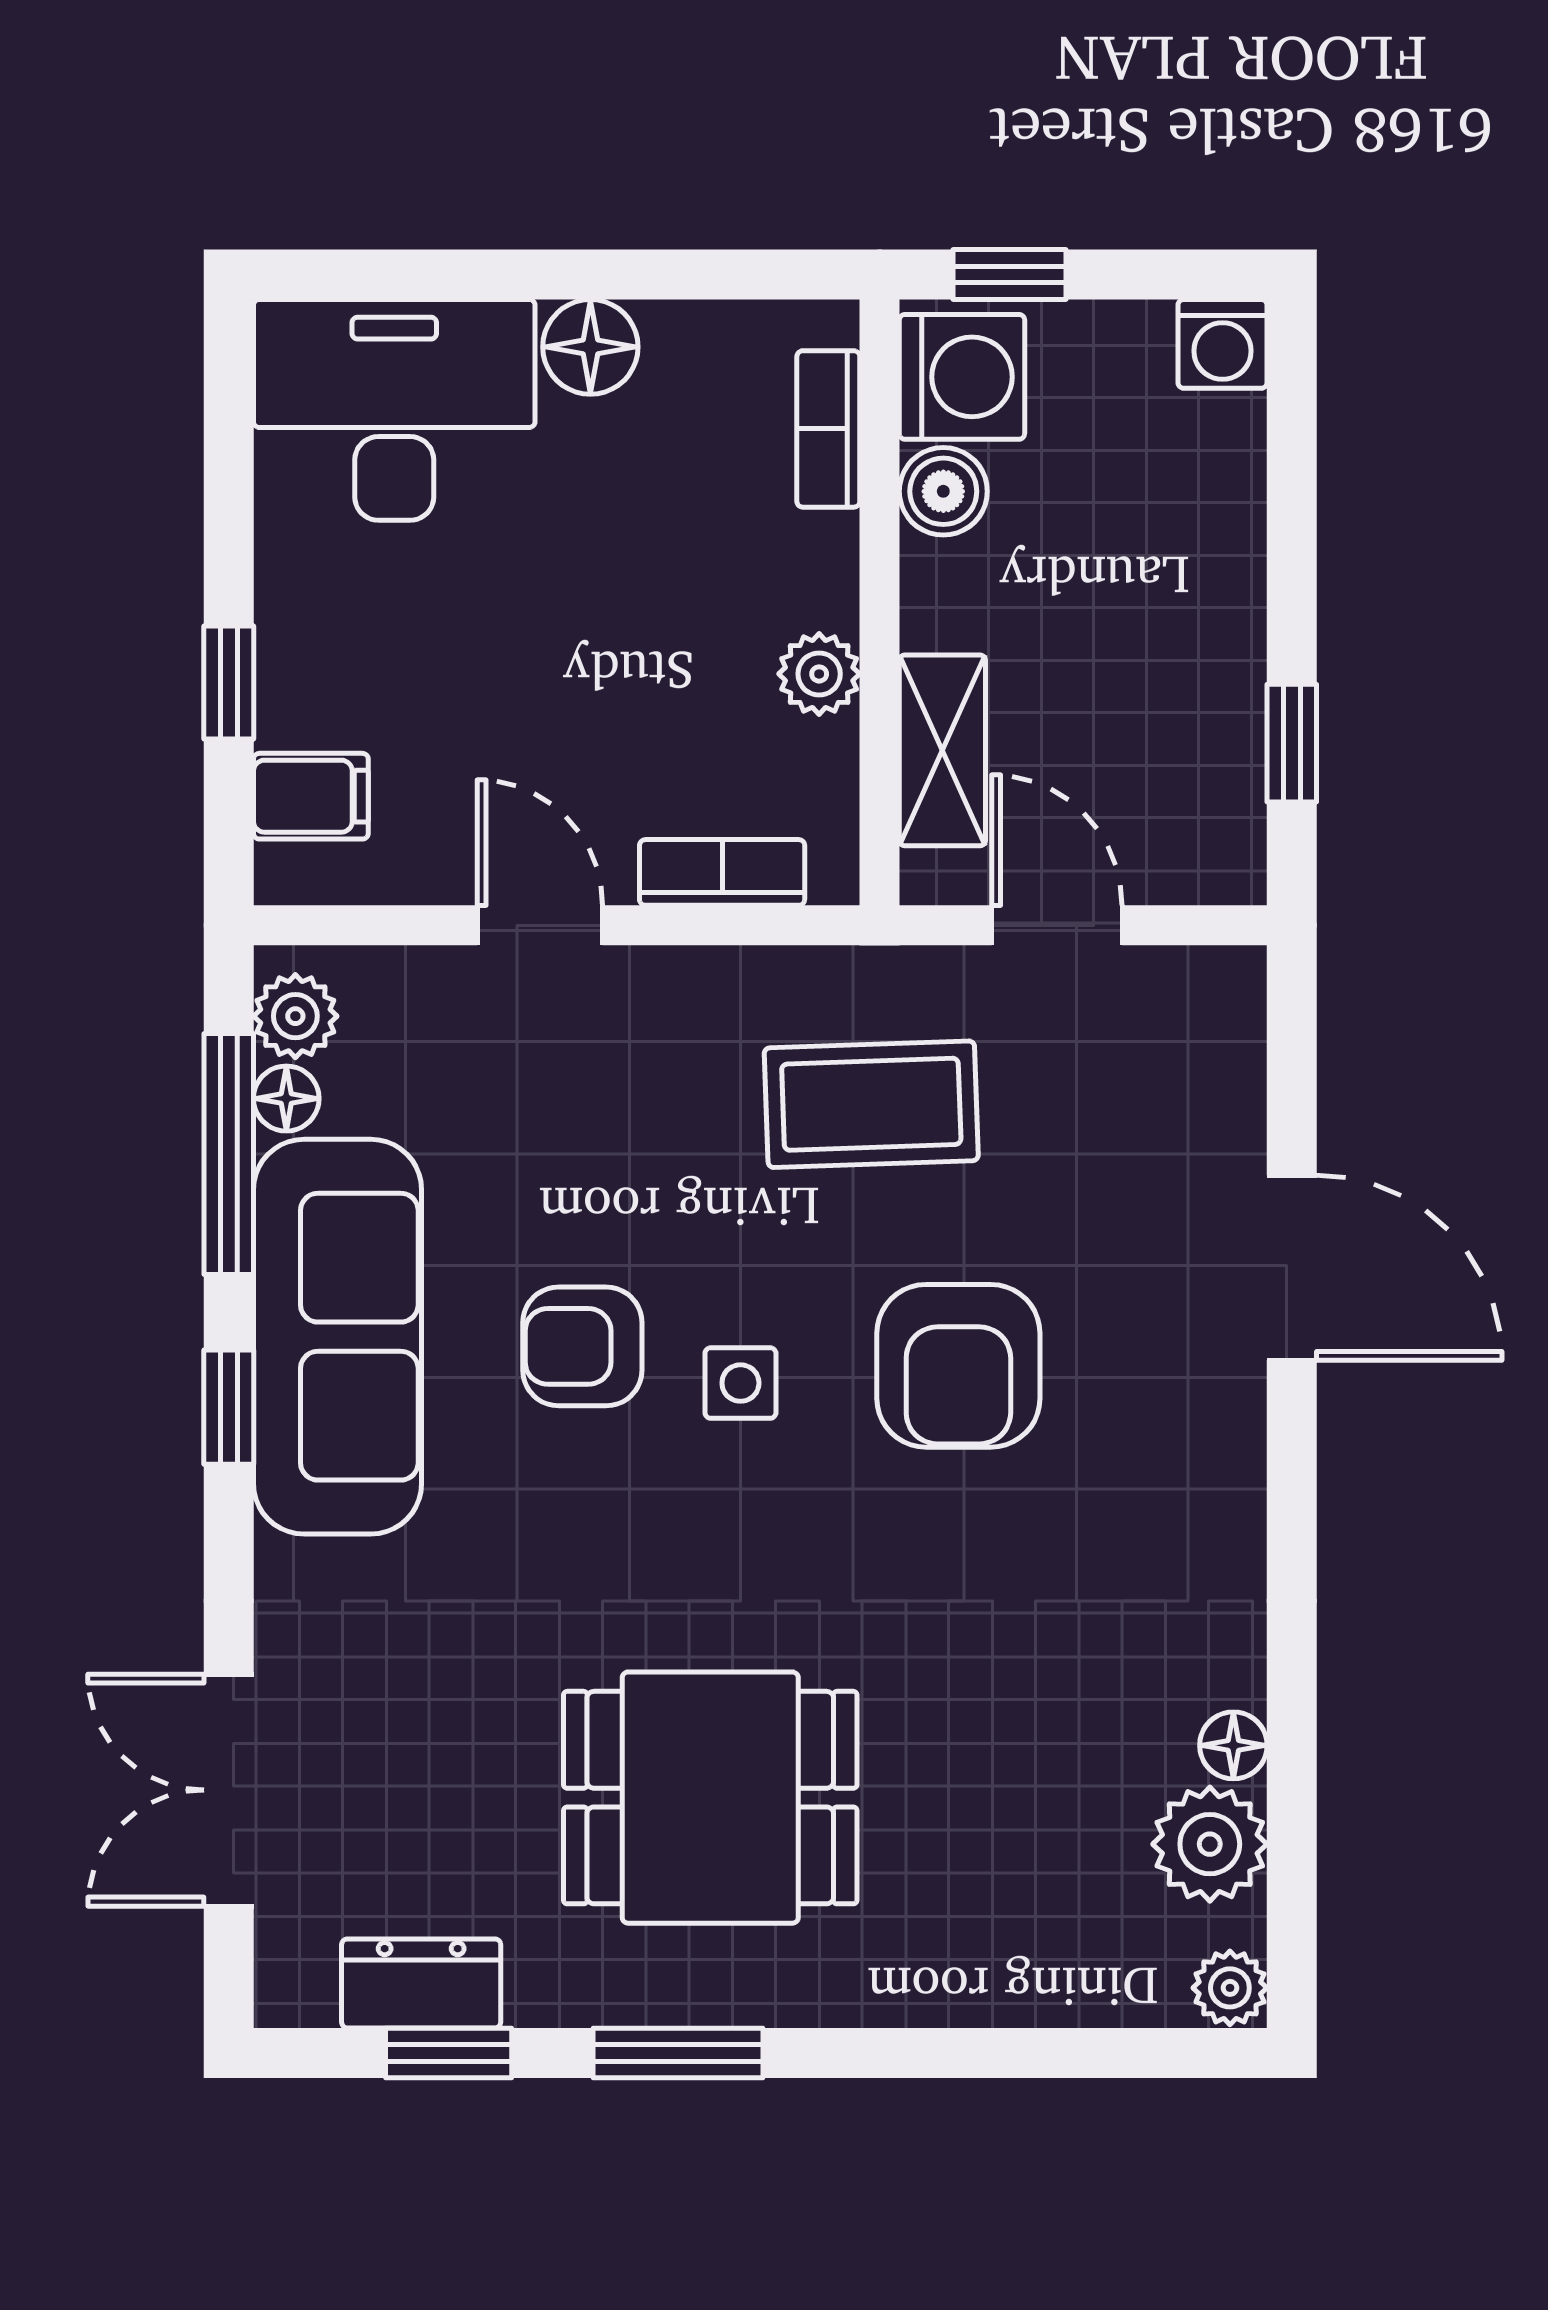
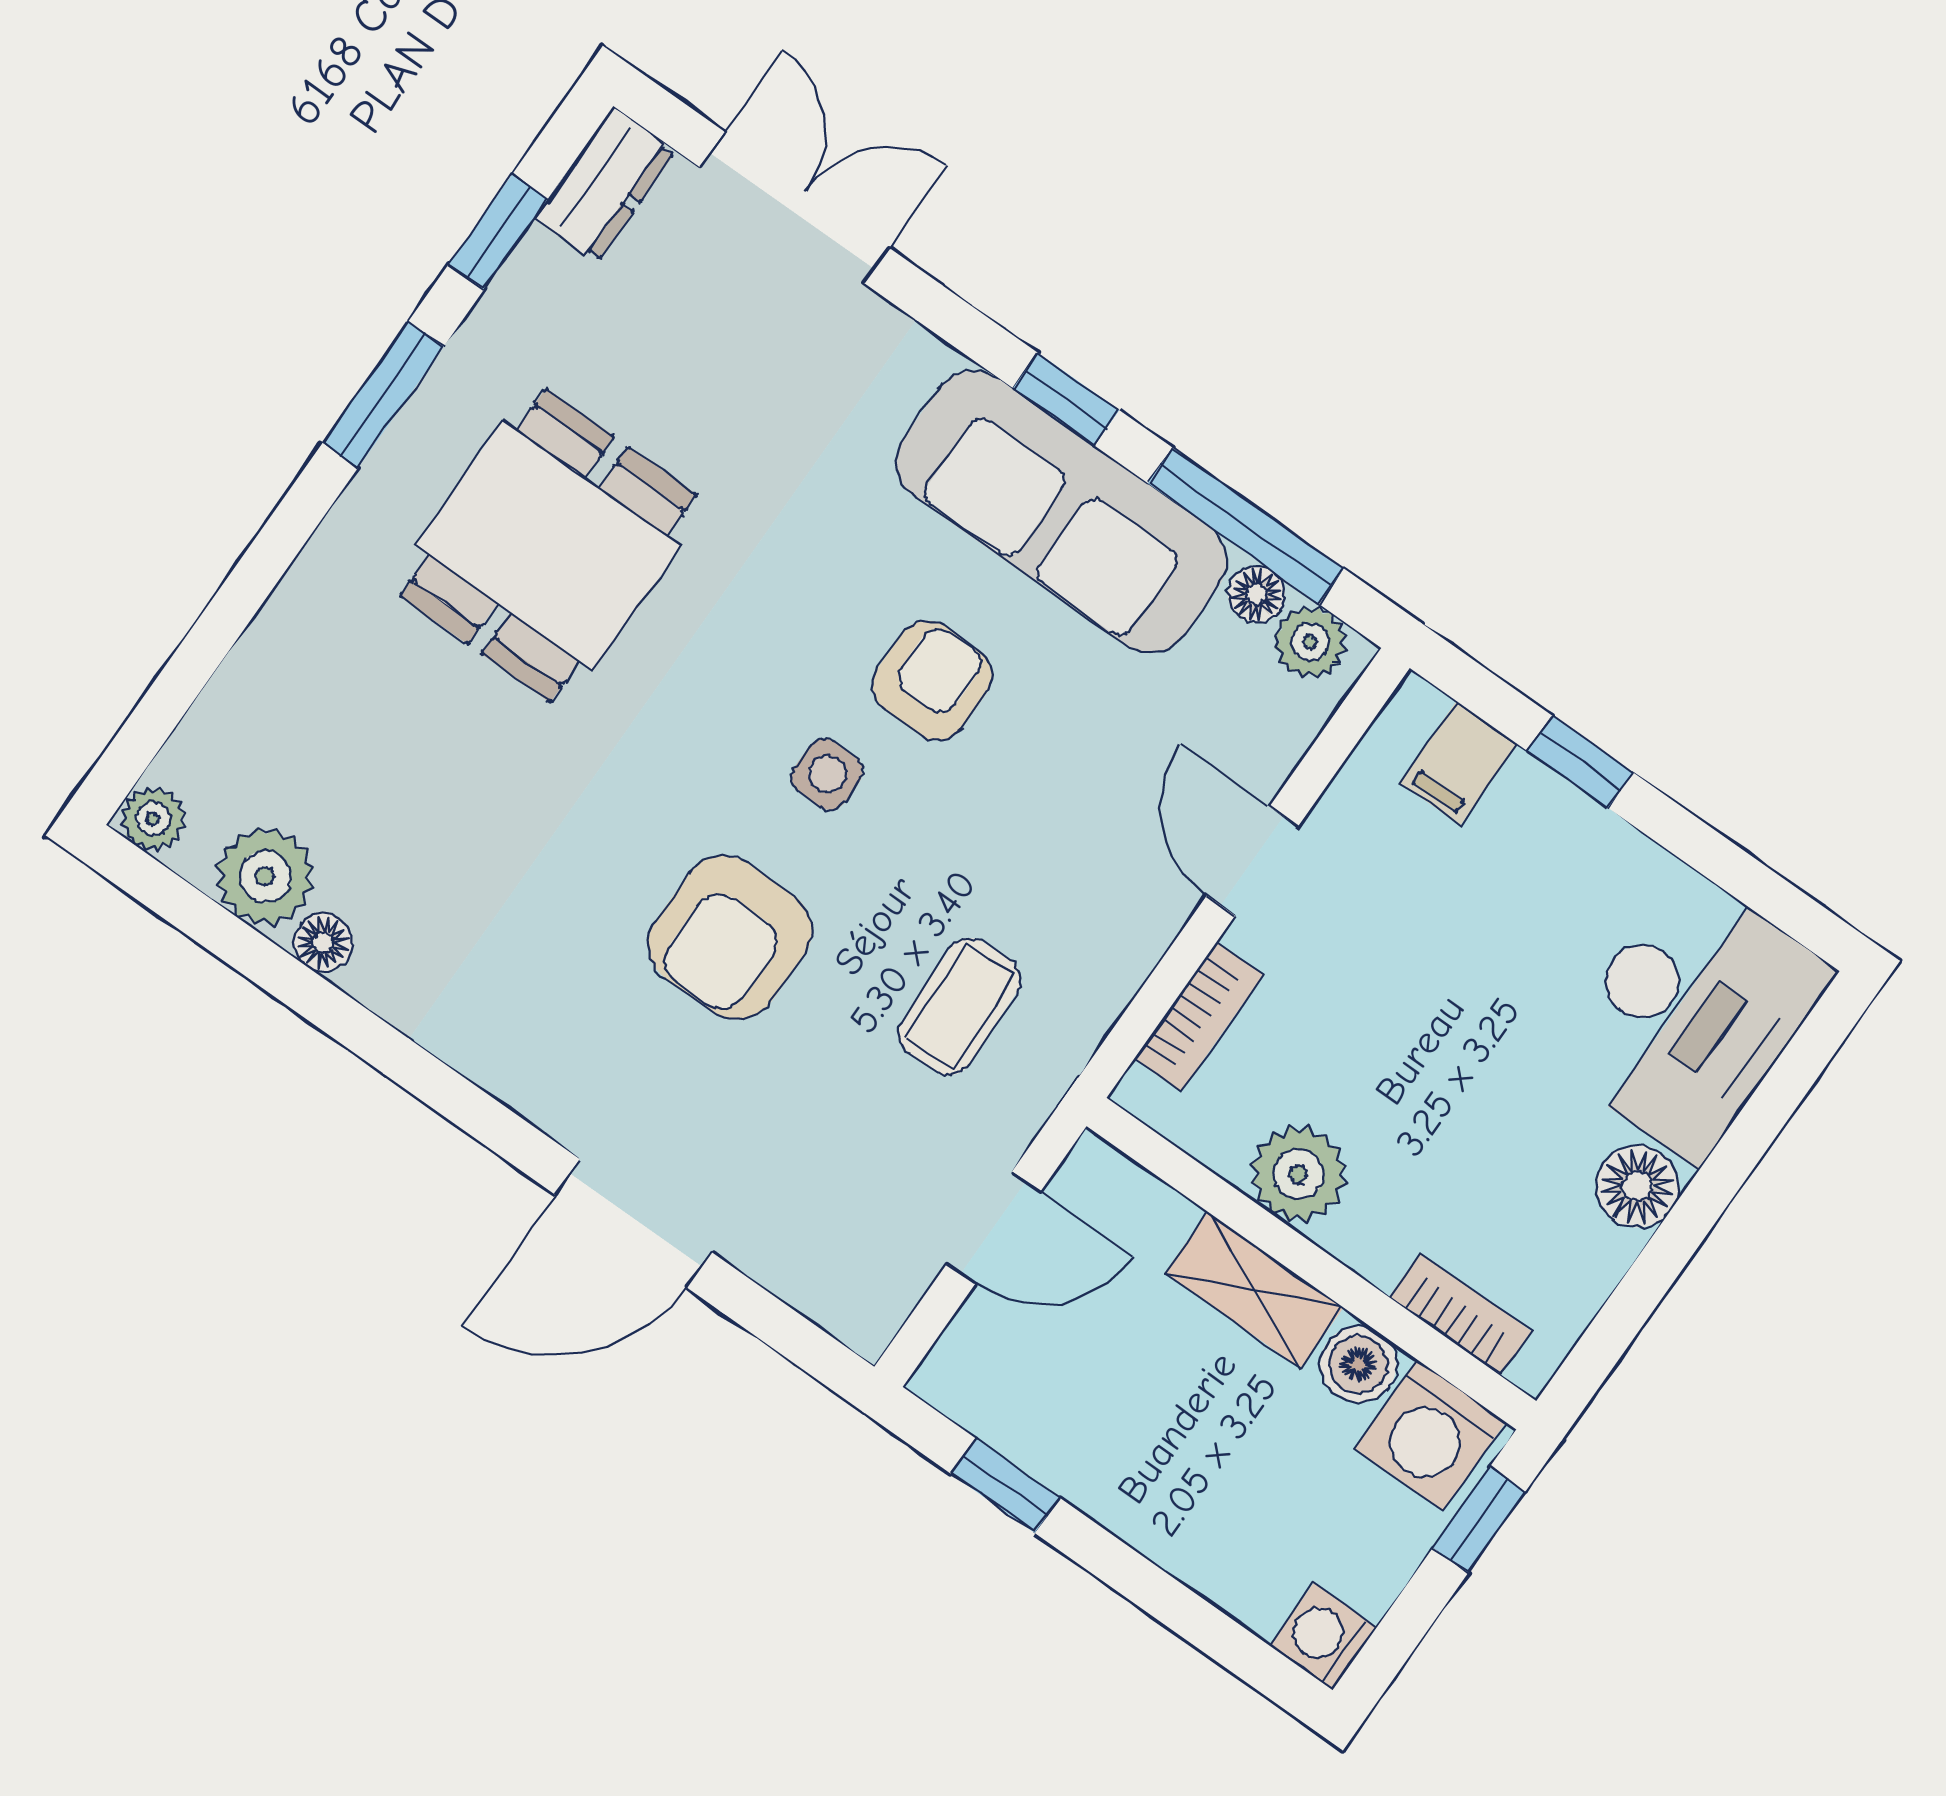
plant: (819, 674) -> (1298, 1174), width x1.38, depth x1.38
shelving: (942, 750) -> (1254, 1290), moved
door: (540, 925) -> (1252, 861), swing flipped
coffee table: (871, 1104) -> (959, 1007), width x0.73, depth x0.77
armchair: (958, 1366) -> (730, 937), turned -90
dresser: (421, 1983) -> (605, 185), moved

